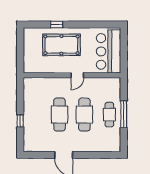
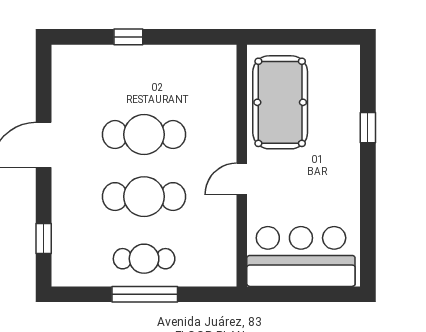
pool table: (61, 45) -> (280, 102), moved
door: (77, 75) -> (242, 179), hinge flipped
window: (101, 155) -> (44, 239), added

